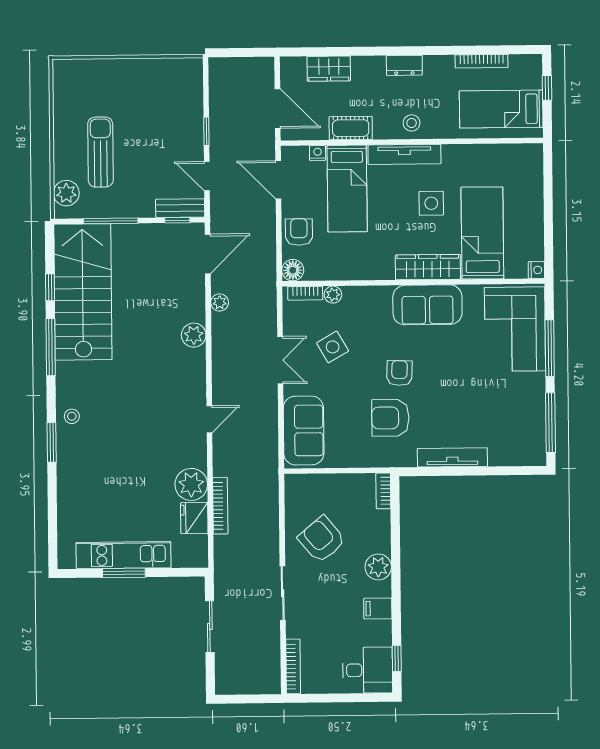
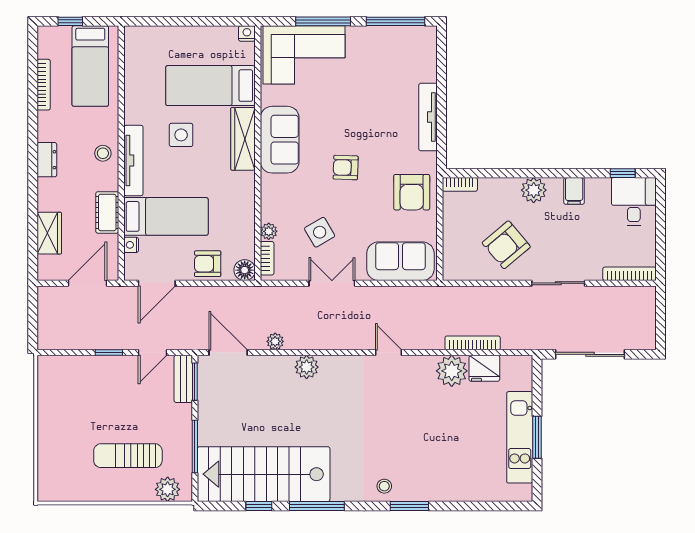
window: (177, 220) -> (195, 382), width x1.50
armchair: (390, 418) -> (412, 192), moved
sliding door: (210, 627) -> (590, 354), width x1.37

